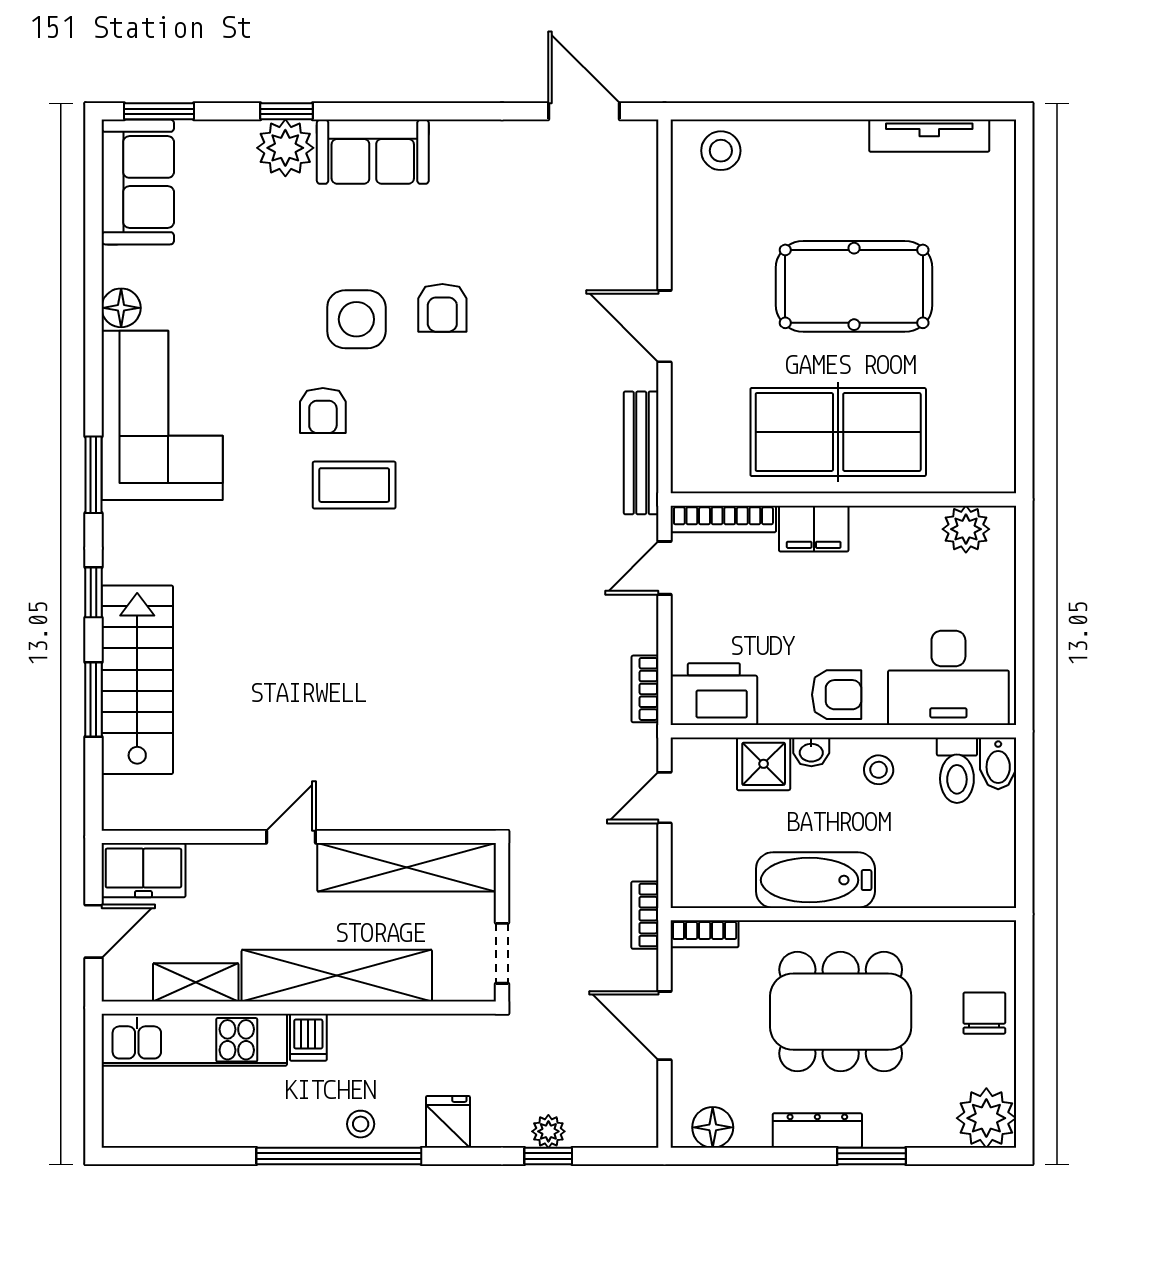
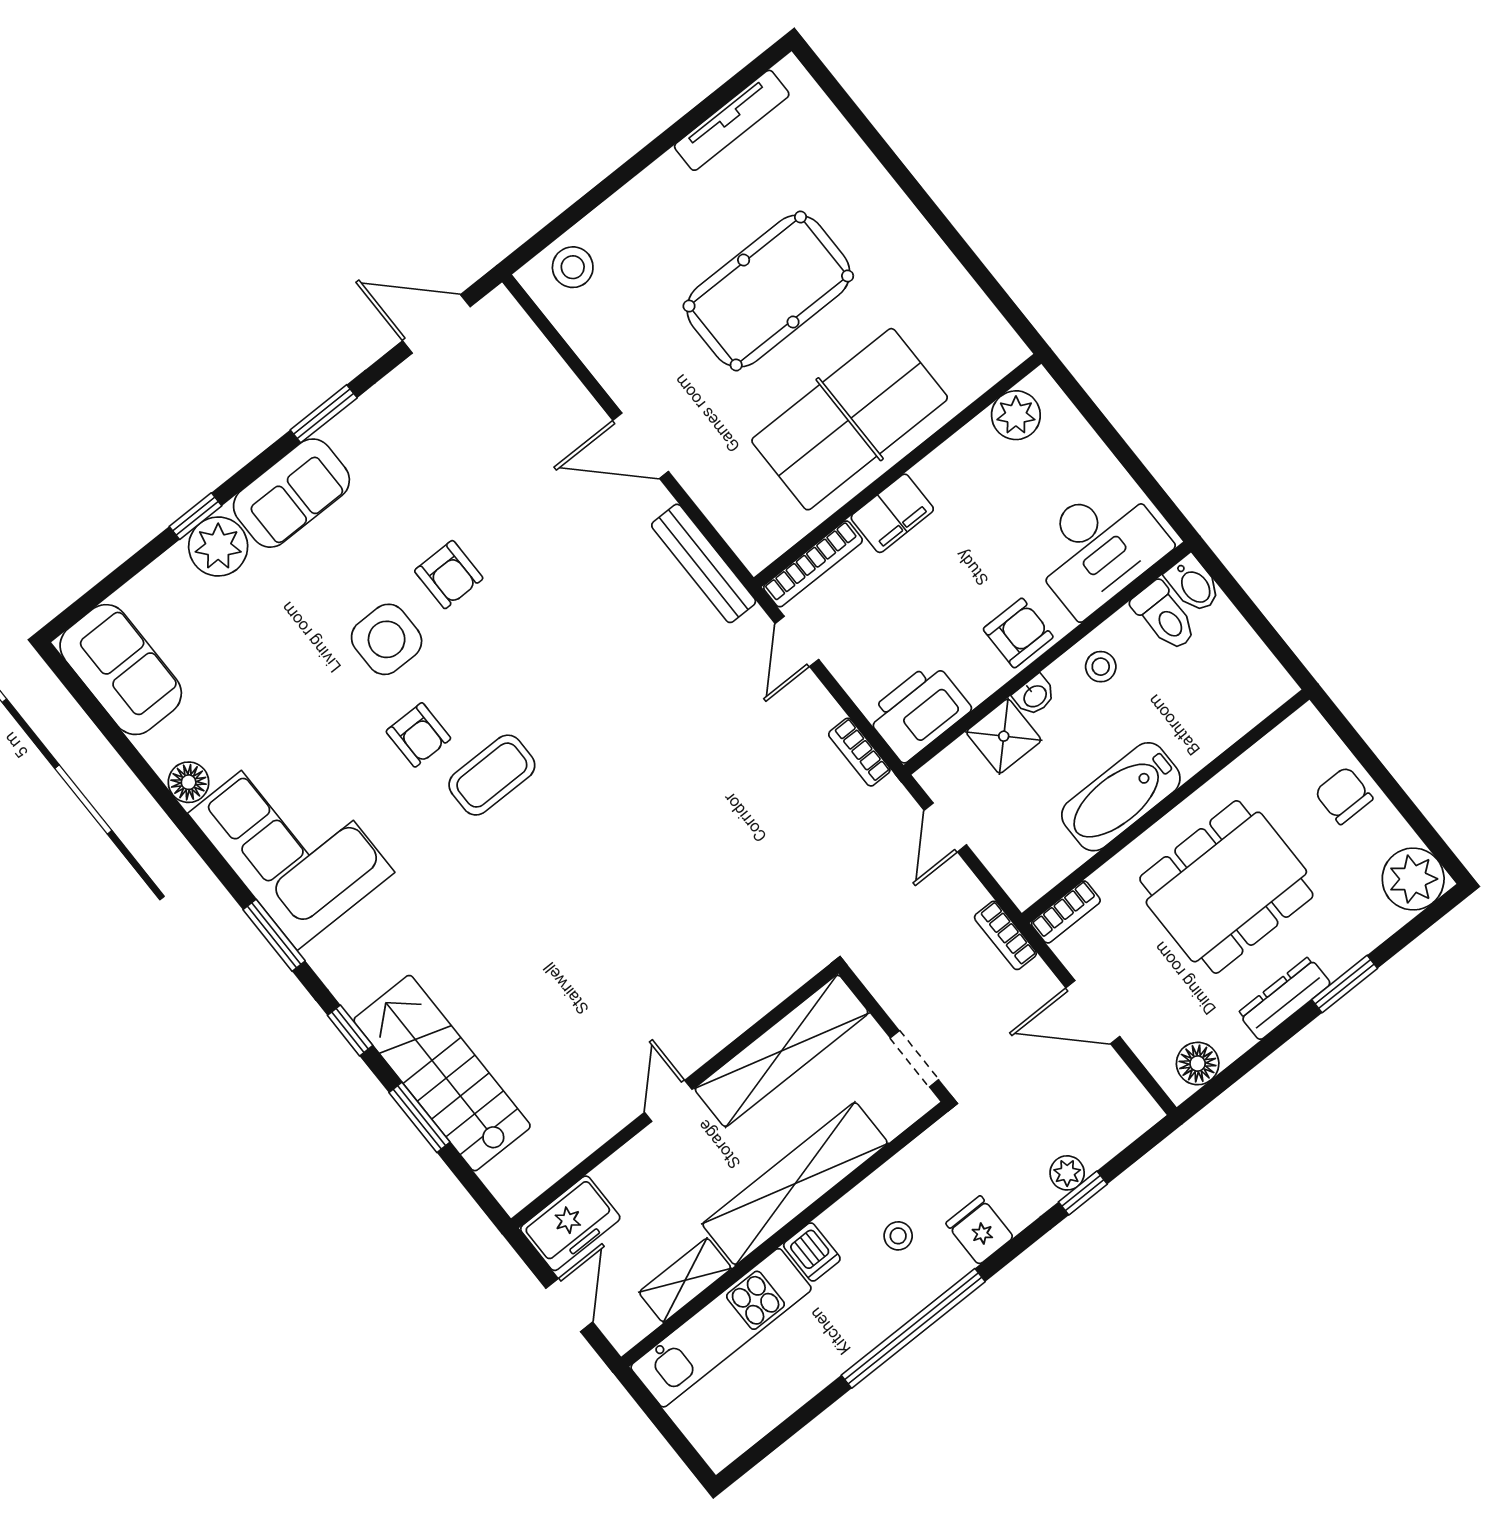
window: (159, 111) -> (324, 414), moved
stool: (361, 1124) -> (898, 1236), moved

